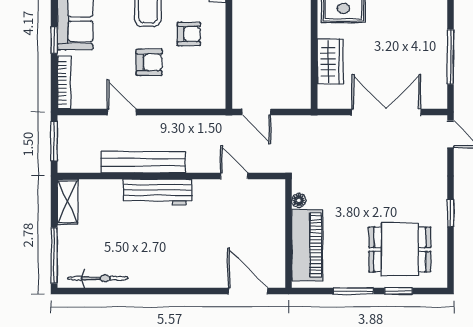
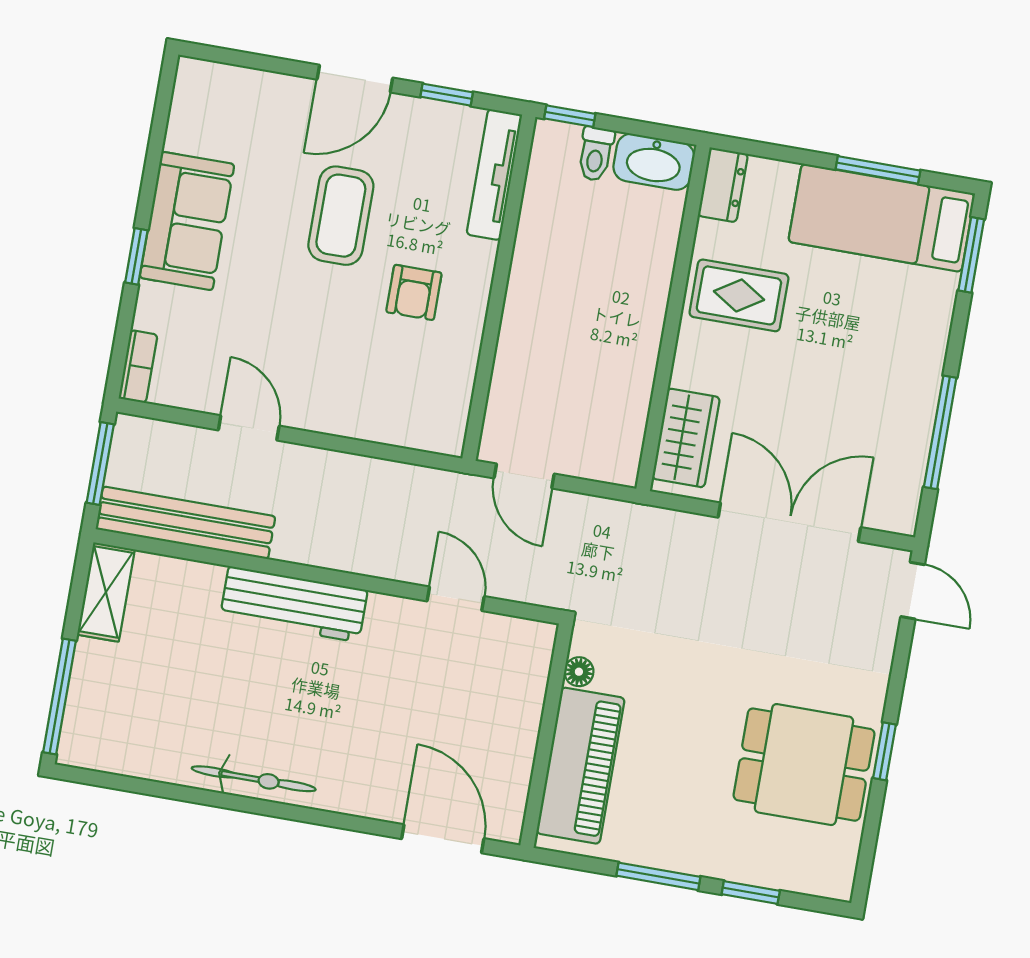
armchair: (189, 34) -> (414, 292), turned 90
armchair: (149, 62) -> (322, 336), removed
wardrobe: (330, 62) -> (686, 438), moved
bookcase: (64, 83) -> (138, 367), width x0.64
bench: (143, 162) -> (186, 523), moved
dining table: (400, 249) -> (804, 765), moved
bicycle: (98, 278) -> (254, 779), moved

